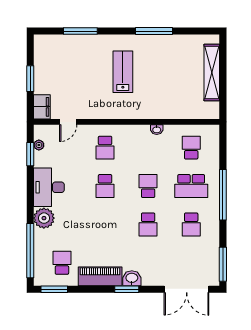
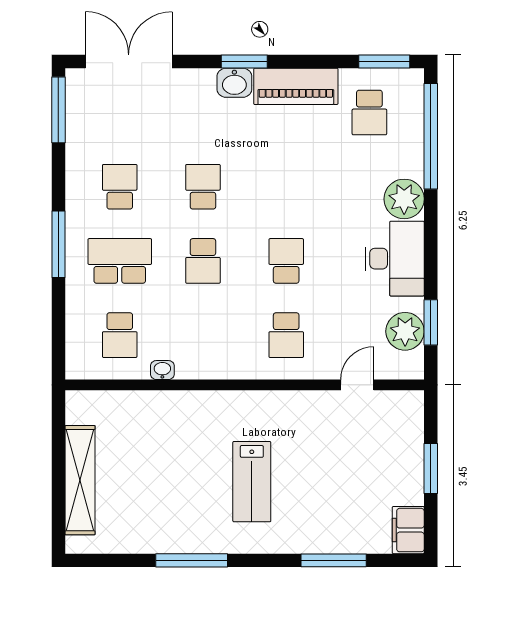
filing cabinet: (42, 107) -> (408, 530), moved
washbasin: (157, 130) -> (162, 370), moved
plant: (39, 145) -> (405, 331), width x1.88, depth x1.88
school desk: (105, 148) -> (286, 335), turned 180
window: (223, 195) -> (58, 244), width x0.68

